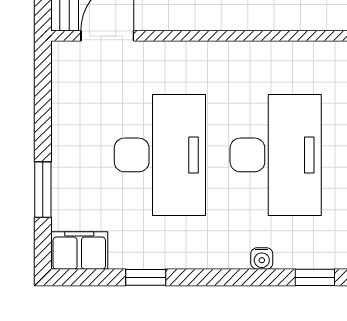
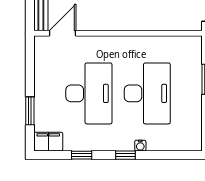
window: (315, 277) -> (125, 155), moved

